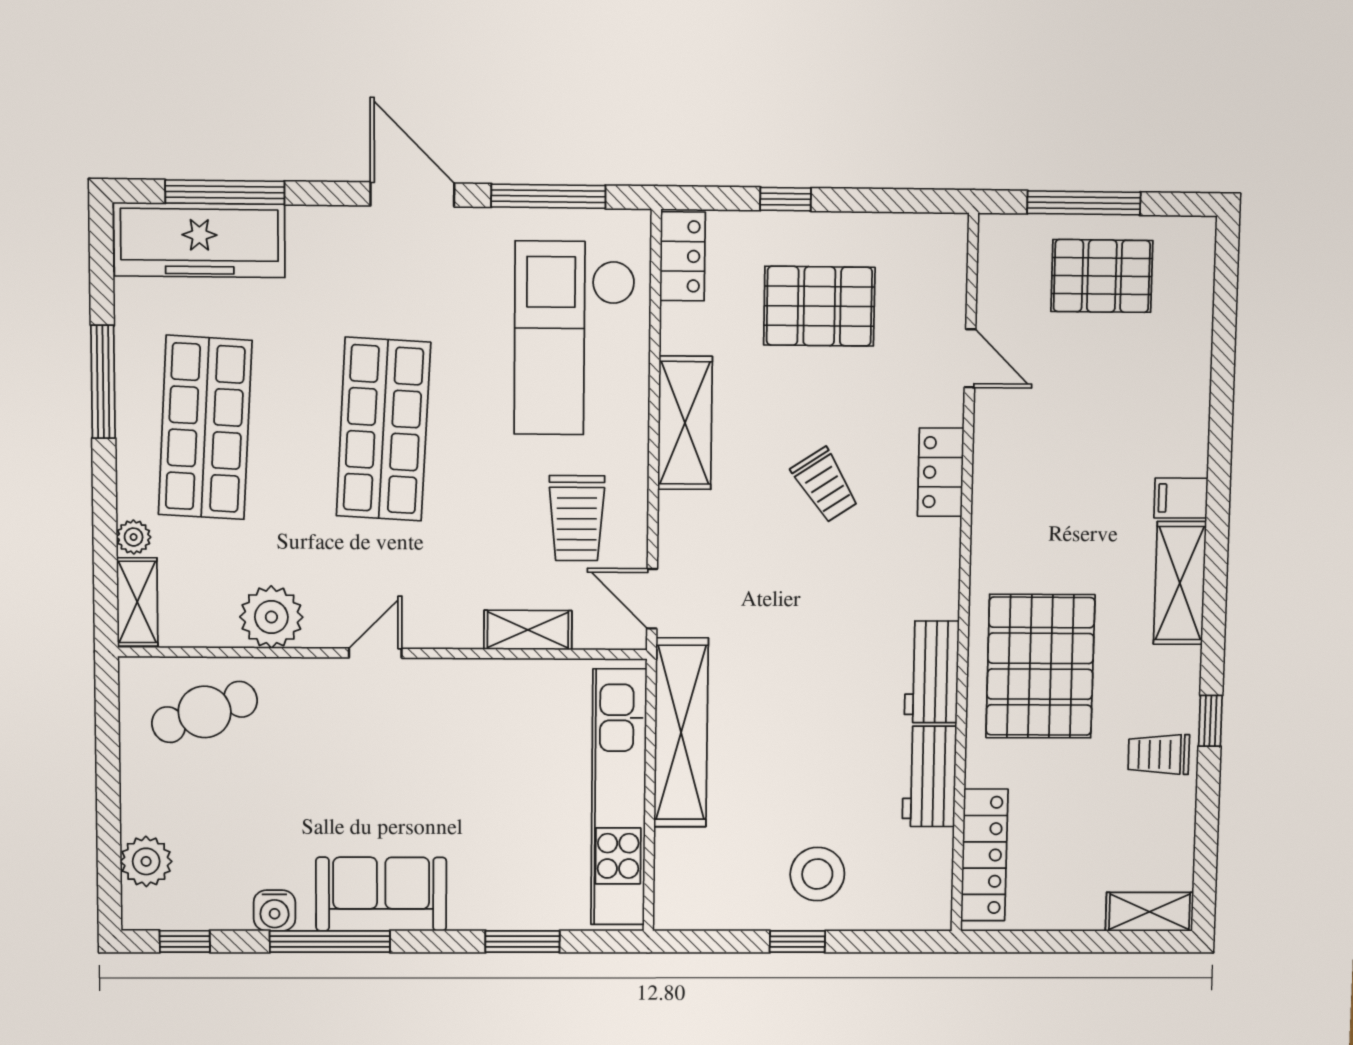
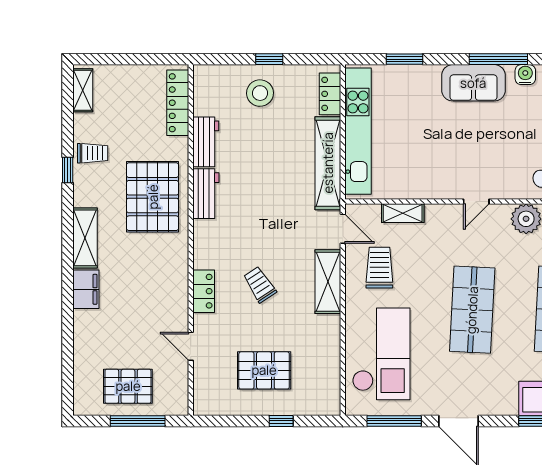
locker: (683, 256) -> (330, 94), moved
shelving: (685, 423) -> (328, 282), moved
filing cabinet: (1181, 498) -> (86, 289), width x2.00
shelving: (1150, 912) -> (83, 90), moved, turned 90

